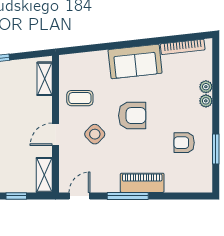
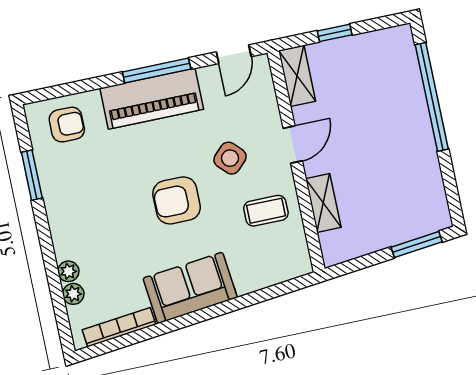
shelving: (45, 79) -> (323, 203), moved
plant: (206, 101) -> (73, 294), moved
armchair: (184, 143) -> (67, 125), moved
piano: (142, 183) -> (152, 99), width x1.37, depth x1.33

